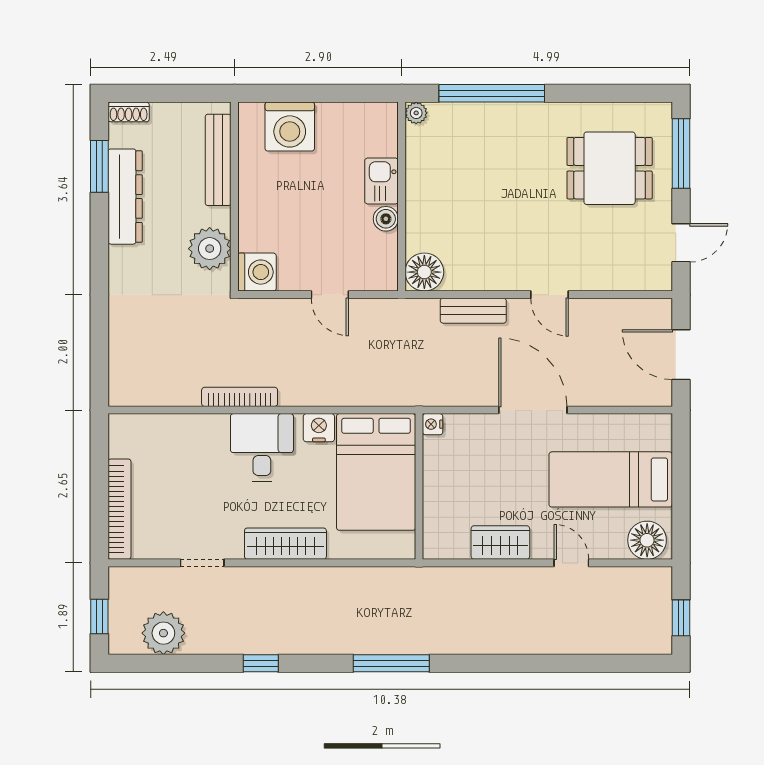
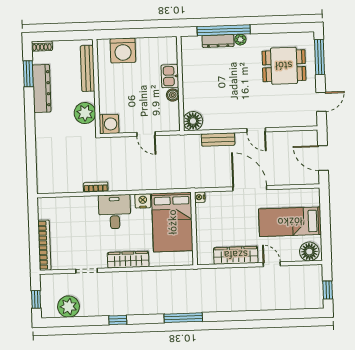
plant: (416, 113) -> (240, 40), moved
dresser: (480, 114) -> (218, 41), added
bookcase: (240, 397) -> (96, 187), width x0.64
wardrobe: (500, 543) -> (236, 255), width x1.50

